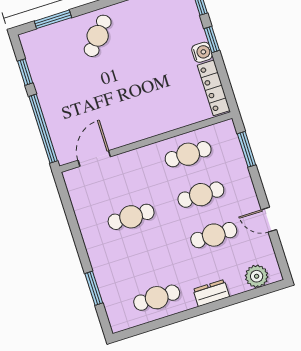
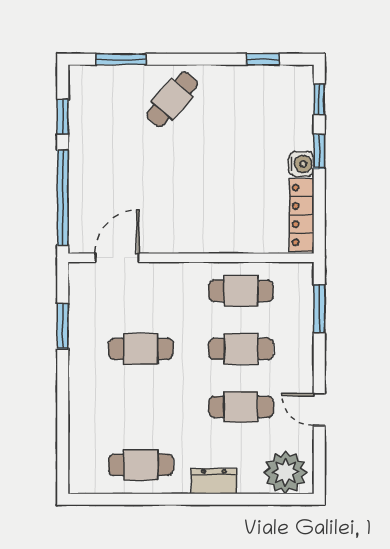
plant: (257, 276) -> (286, 472), width x1.36, depth x1.36
window: (94, 288) -> (63, 326), moved

